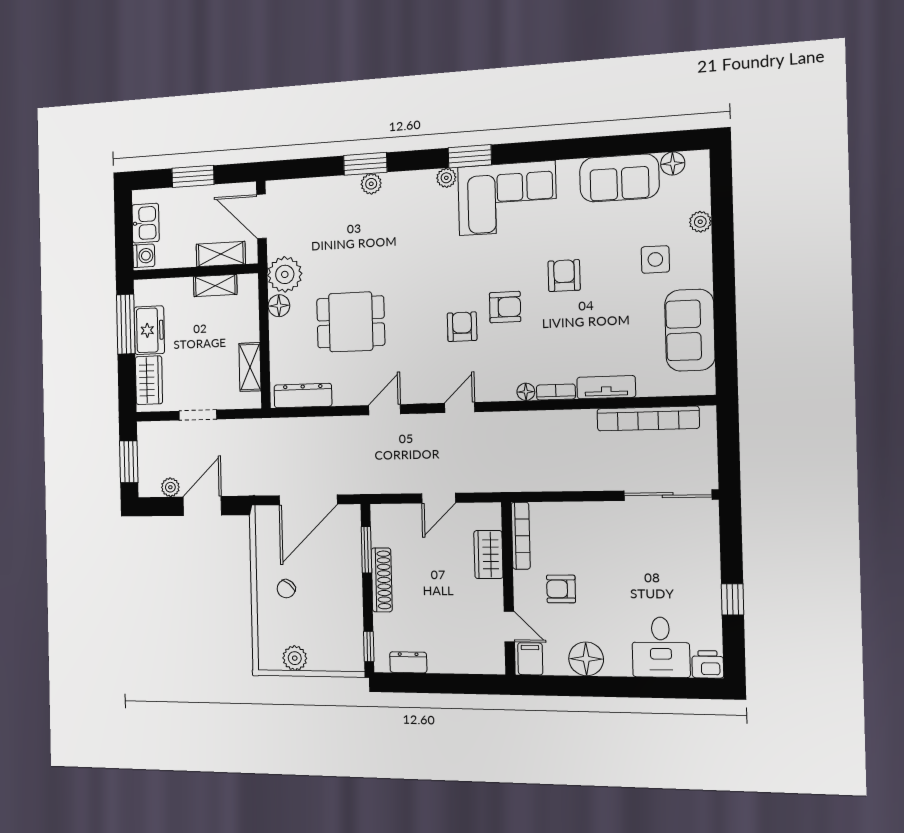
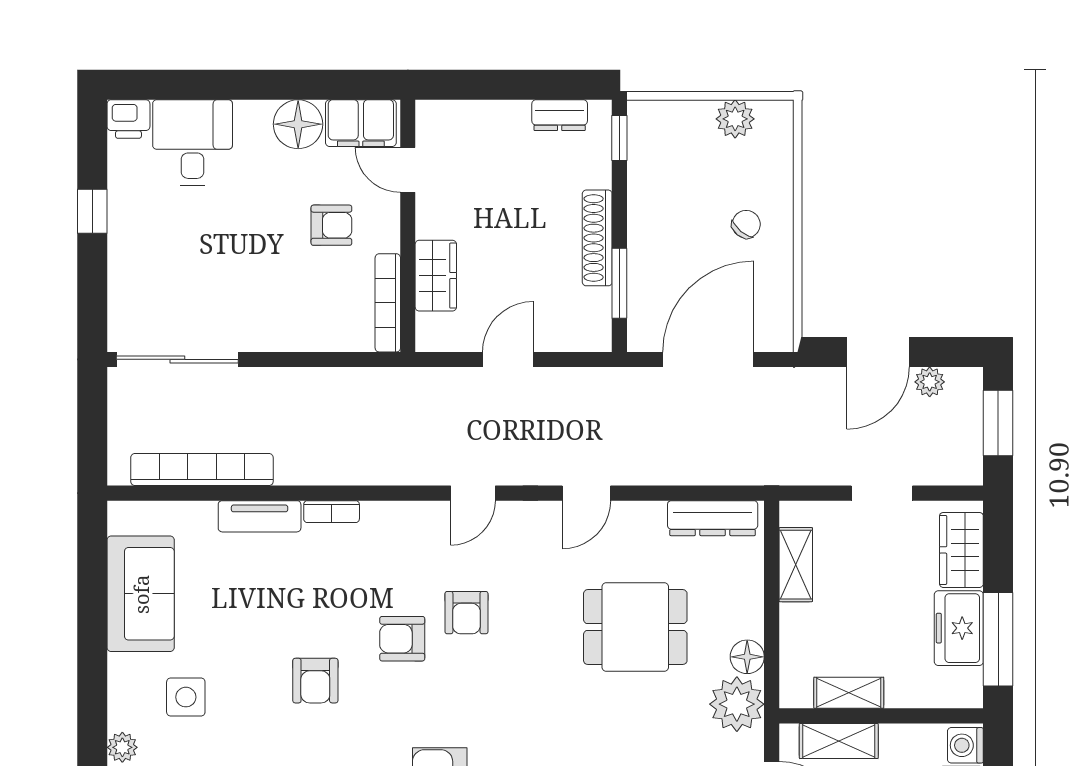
floor lamp: (526, 392) -> (375, 513), removed
filing cabinet: (530, 659) -> (361, 123), width x2.00

